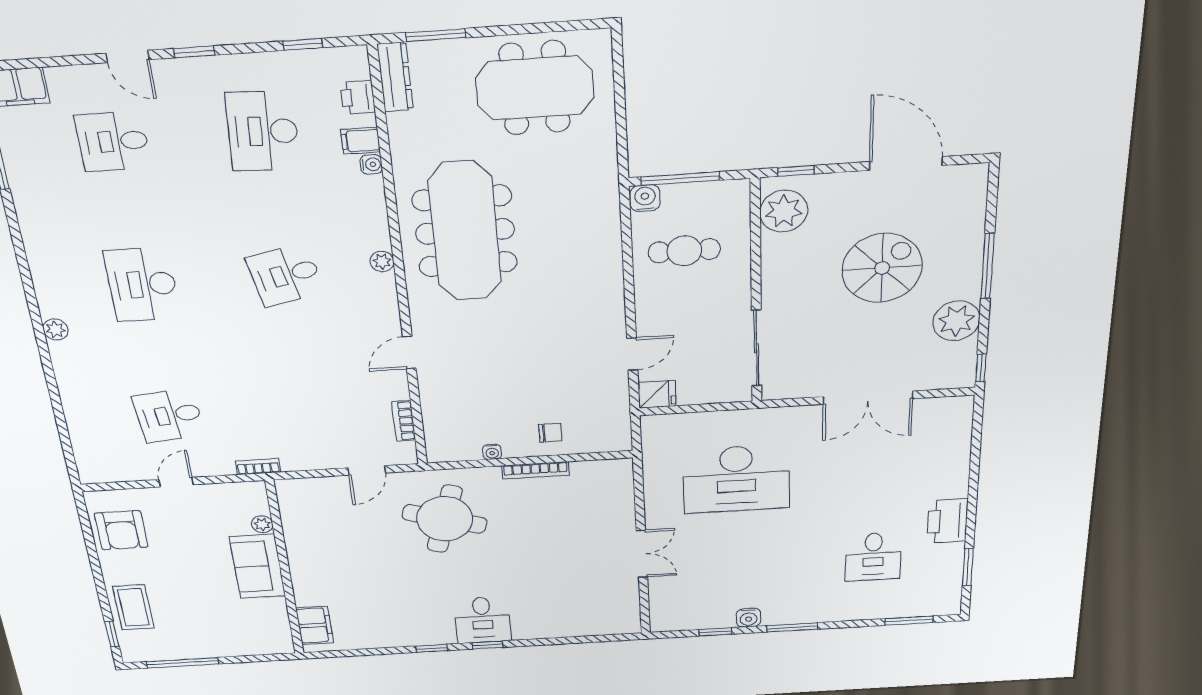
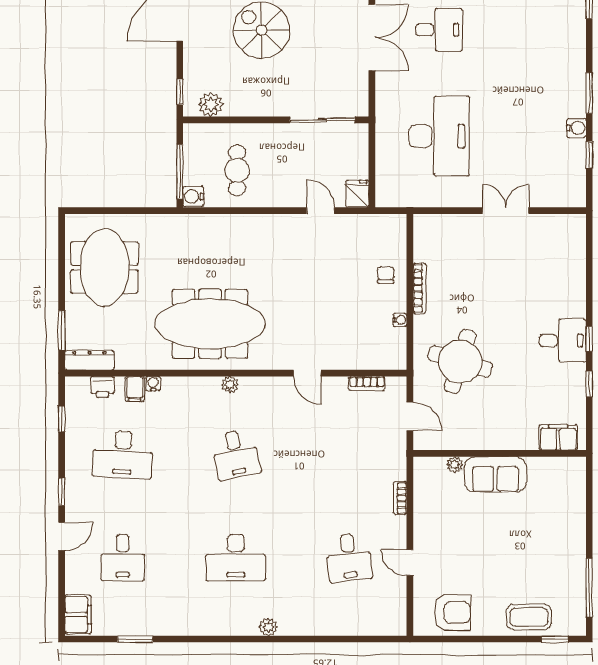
plant: (784, 211) -> (211, 105), width x0.73, depth x0.73
plant: (262, 524) -> (455, 465), moved
desk: (873, 557) -> (439, 30), moved
sofa: (258, 566) -> (495, 474), moved
wall: (285, 569) -> (500, 453), moved
filing cabinet: (315, 625) -> (558, 437), moved

